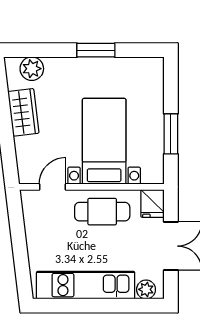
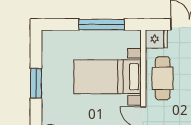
window: (171, 134) -> (102, 24), width x1.44

